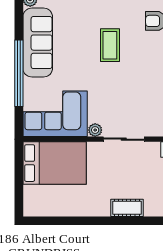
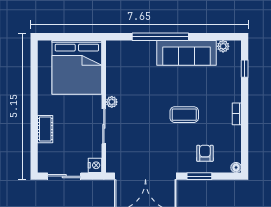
corner sofa: (55, 114) -> (126, 68), removed
bed: (55, 163) -> (77, 67), width x1.36

